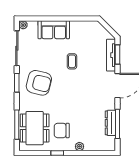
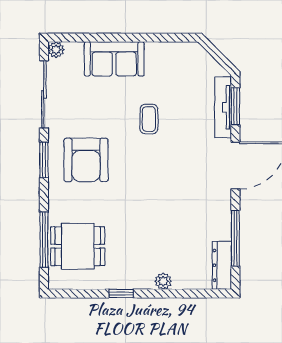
armchair: (39, 83) -> (86, 160), turned 76
dresser: (110, 123) -> (222, 265), moved
dining table: (35, 128) -> (78, 246), width x0.73
chair: (62, 130) -> (129, 251), removed

